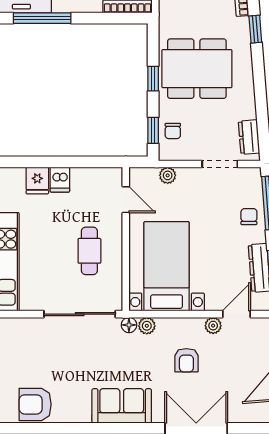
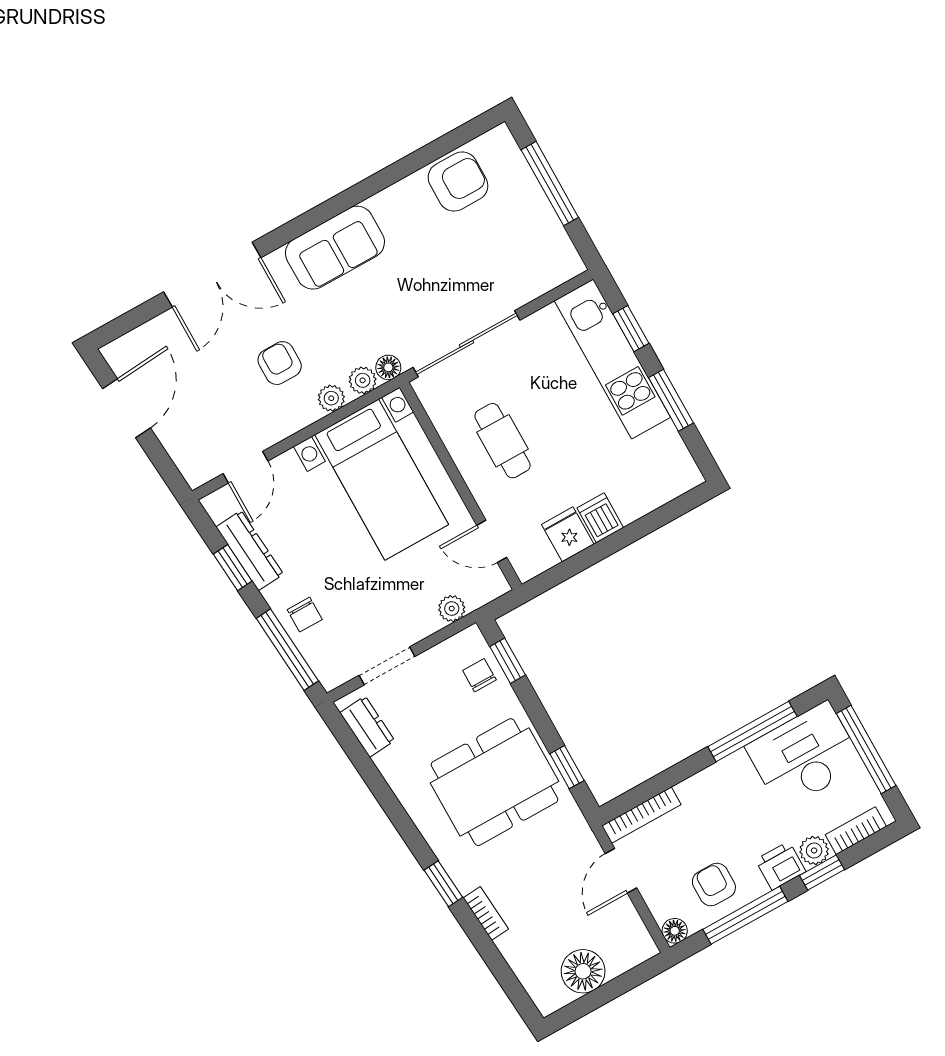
window: (153, 79) -> (567, 767), moved
fridge: (37, 181) -> (568, 534), moved
plant: (213, 326) -> (331, 398), moved

